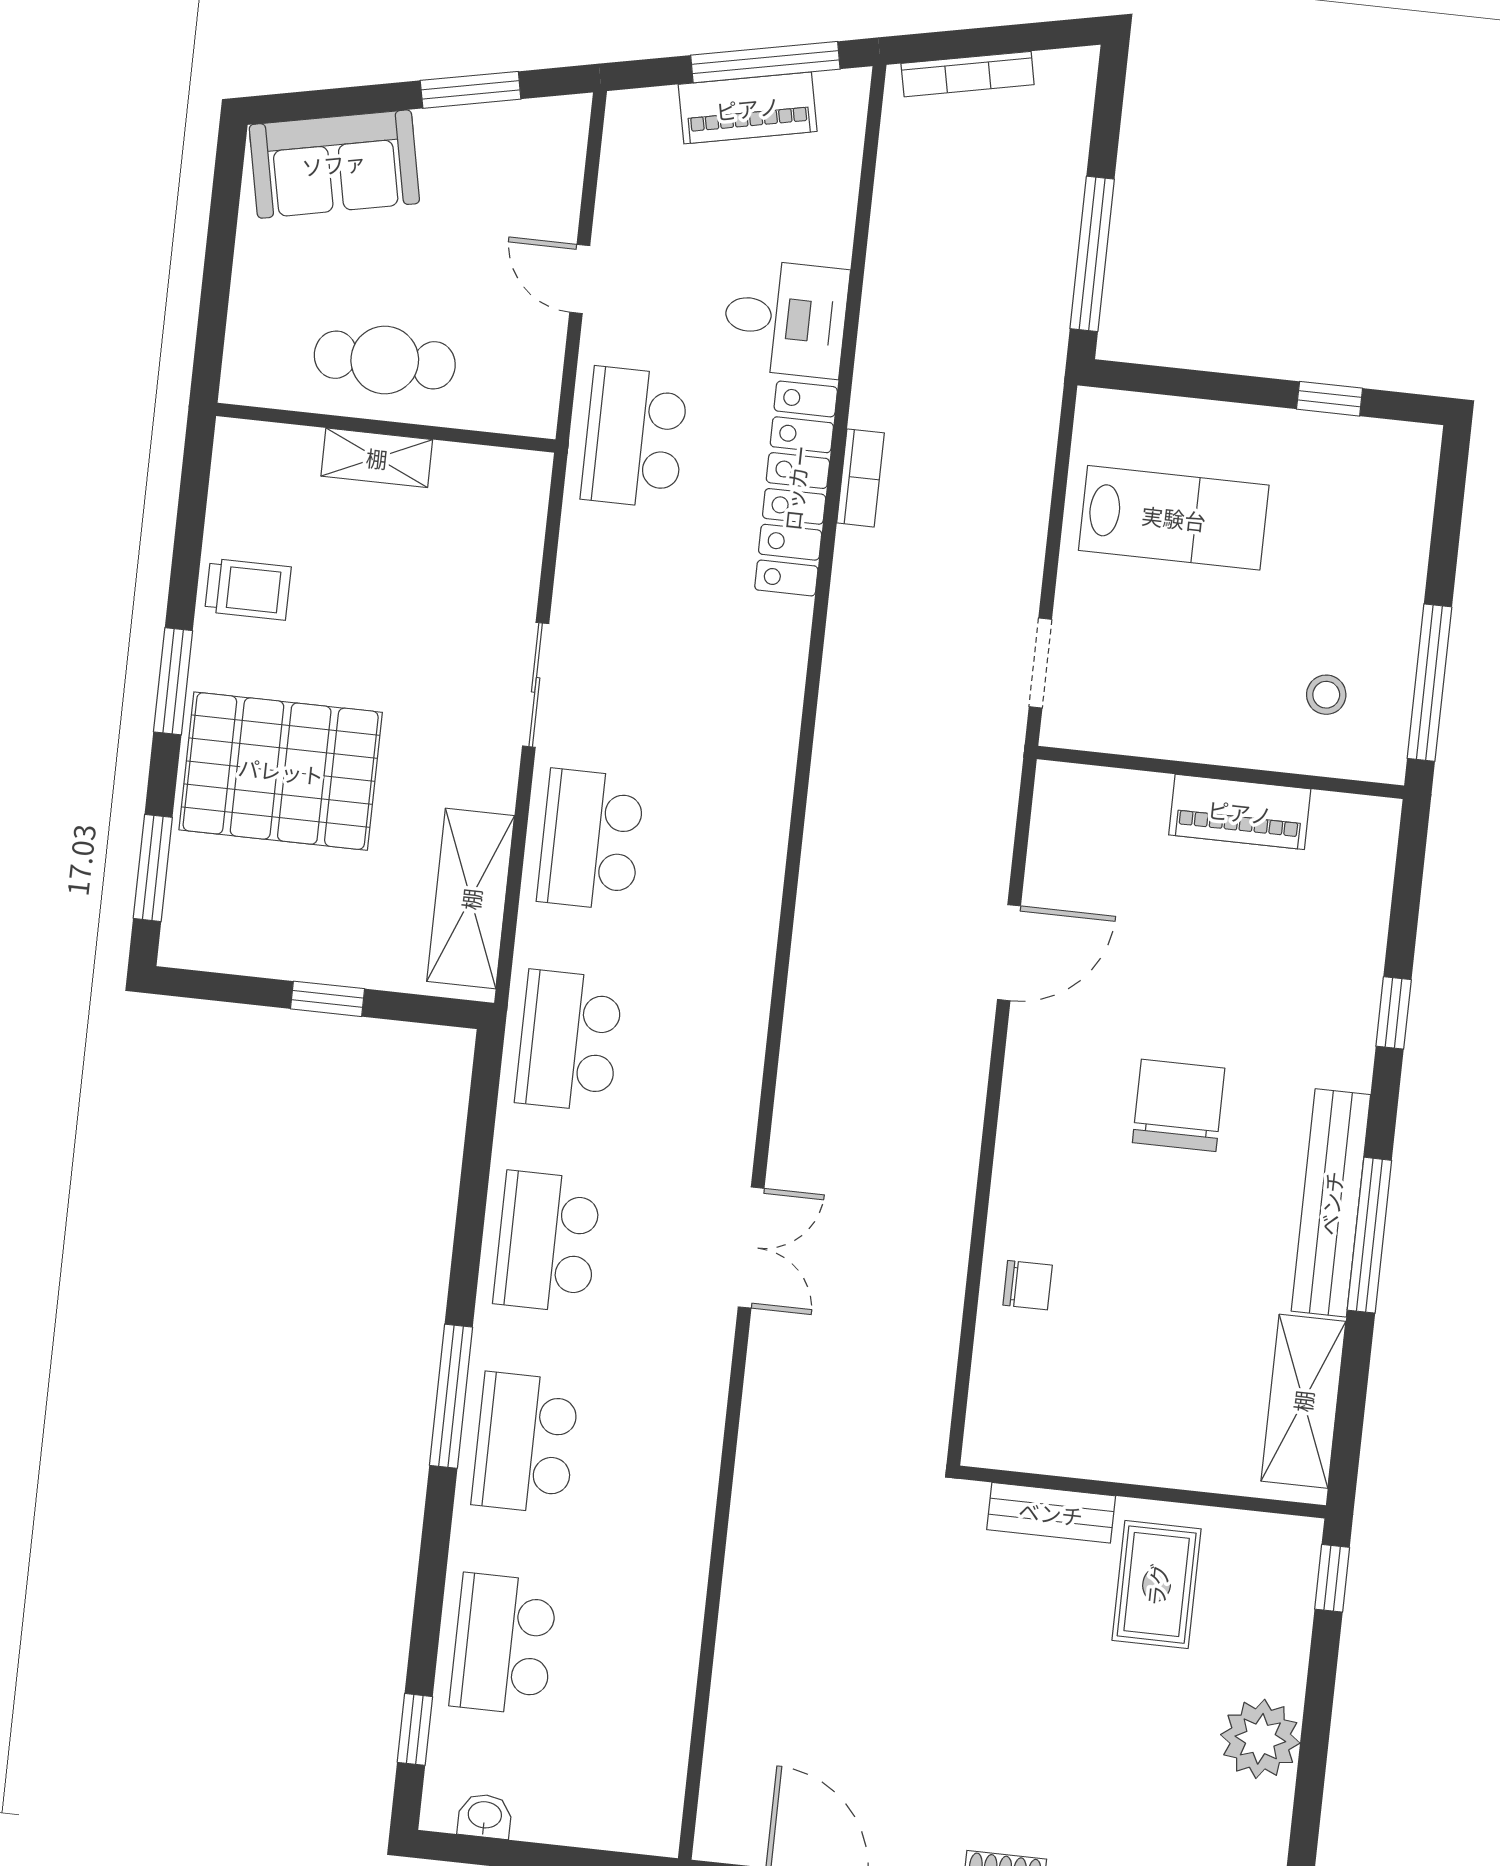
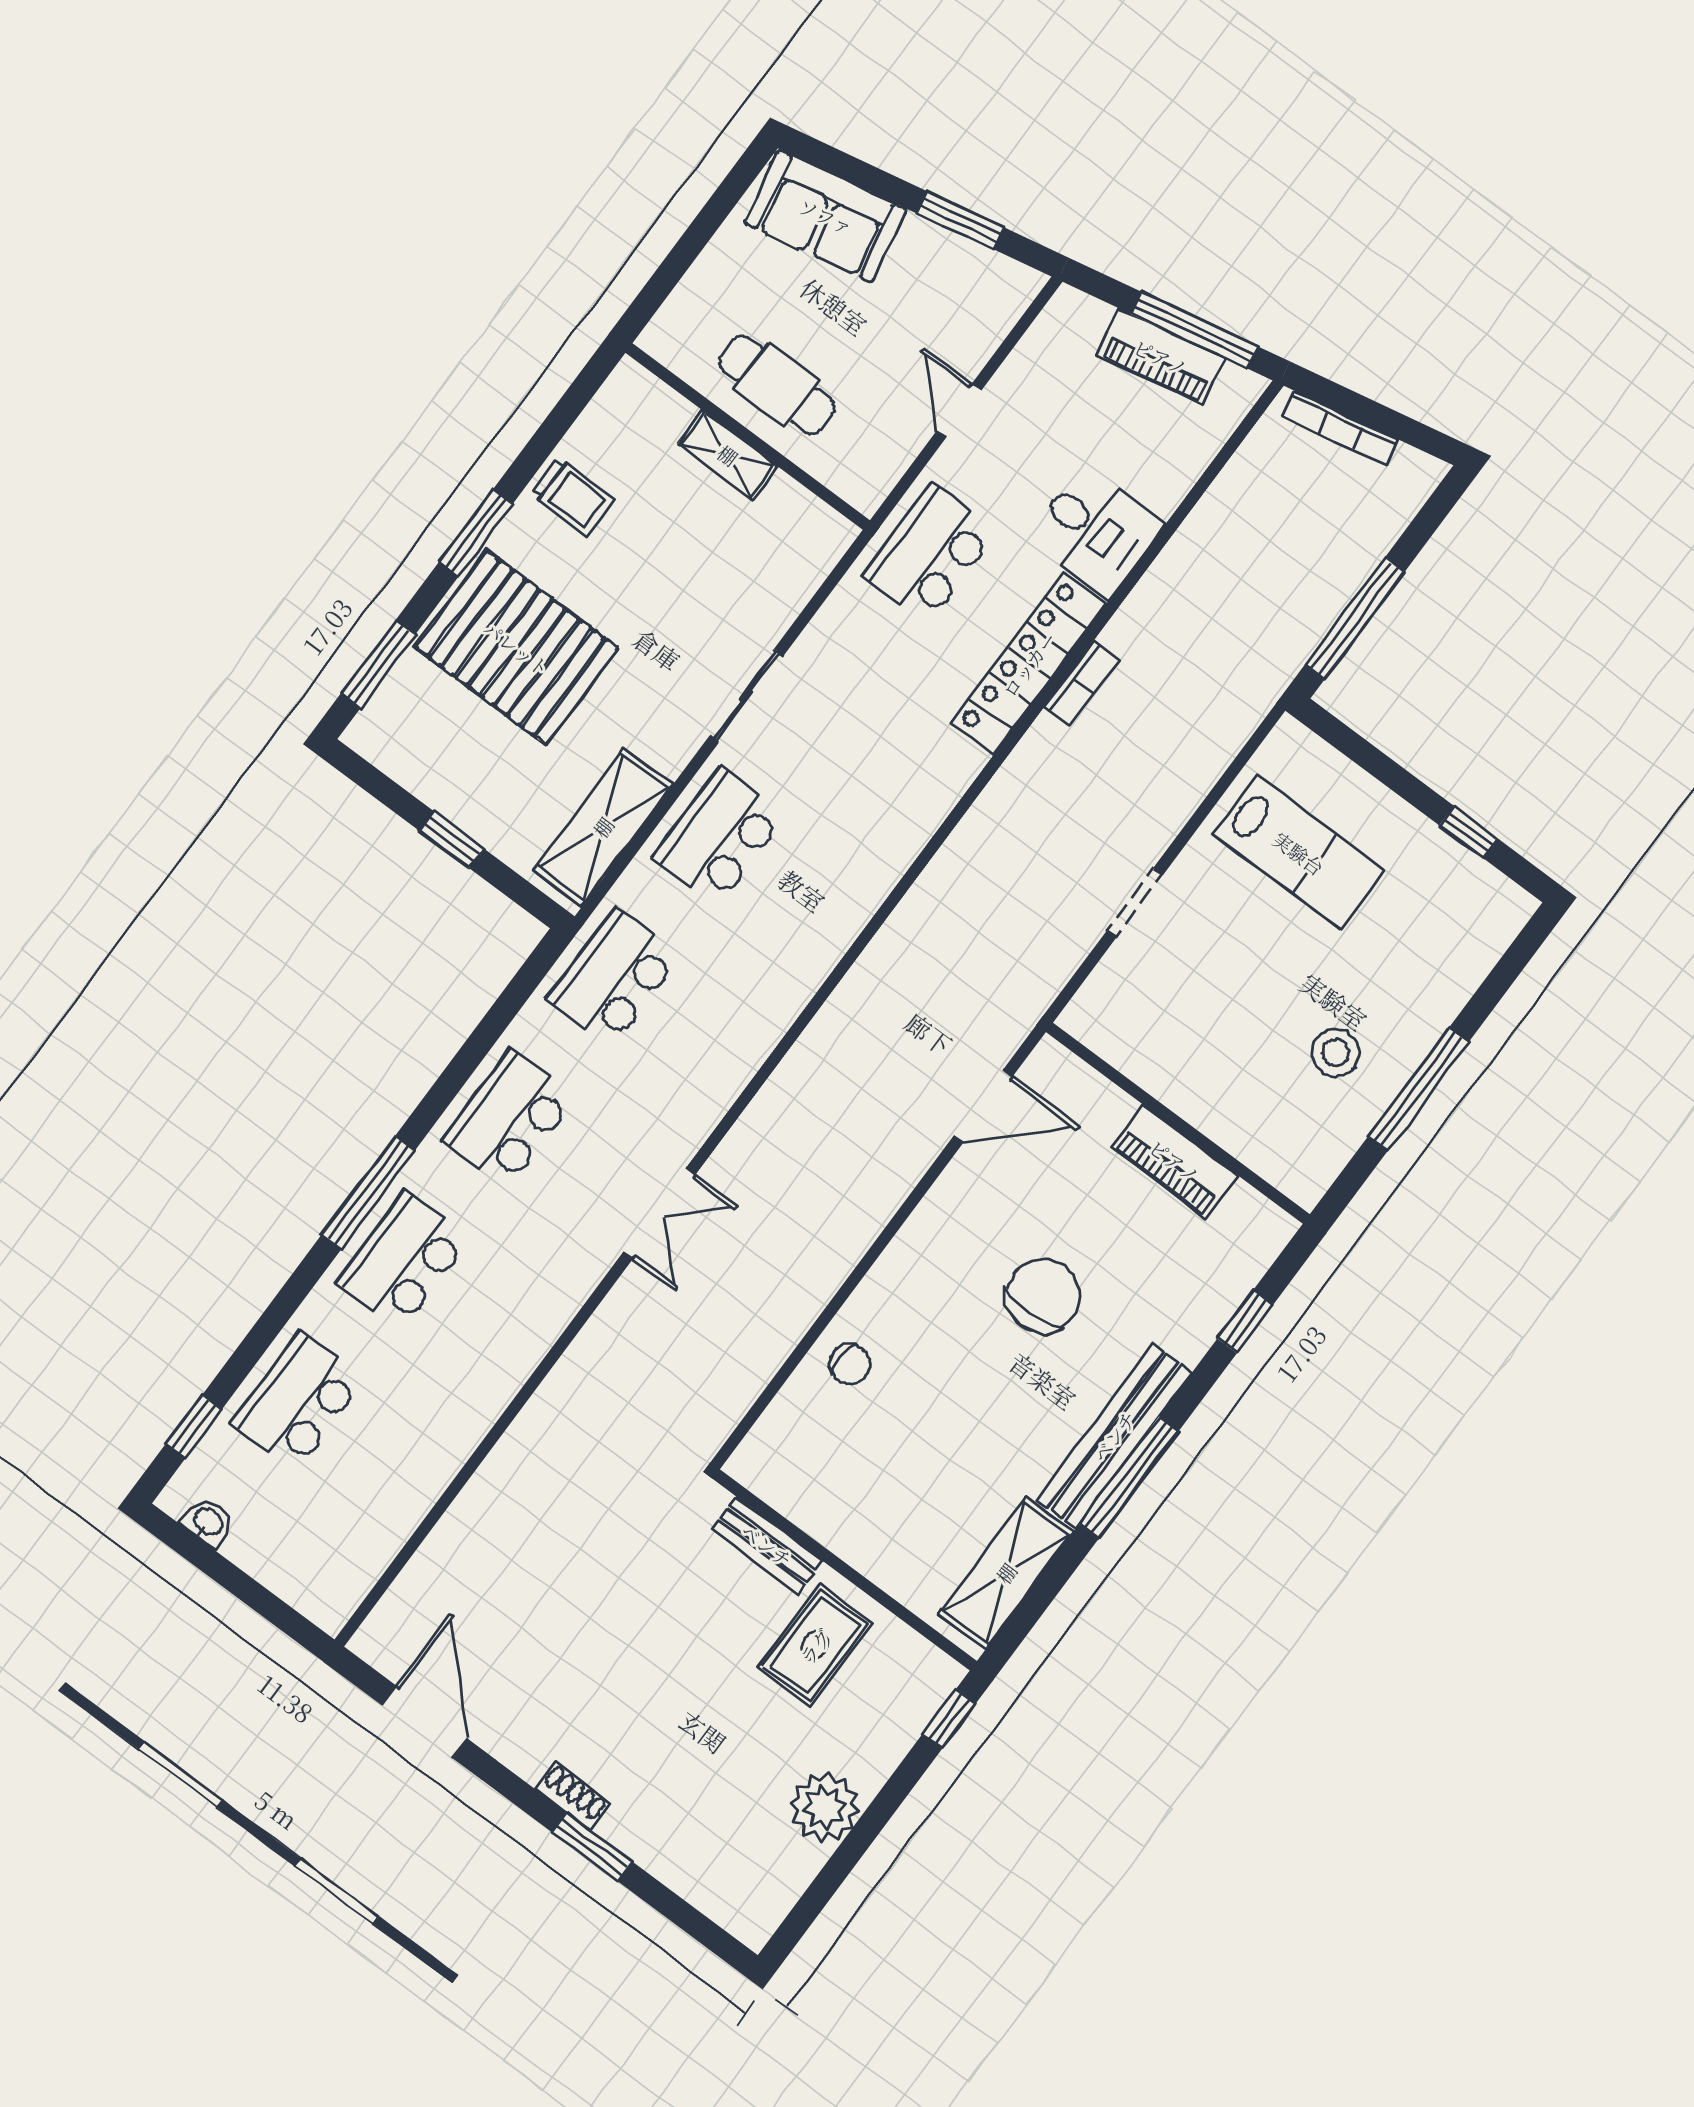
stool: (1326, 695) -> (1335, 1053), width x1.37, depth x1.37
wall: (1220, 772) -> (1178, 1123), moved
piano: (1240, 812) -> (1175, 1161), moved

